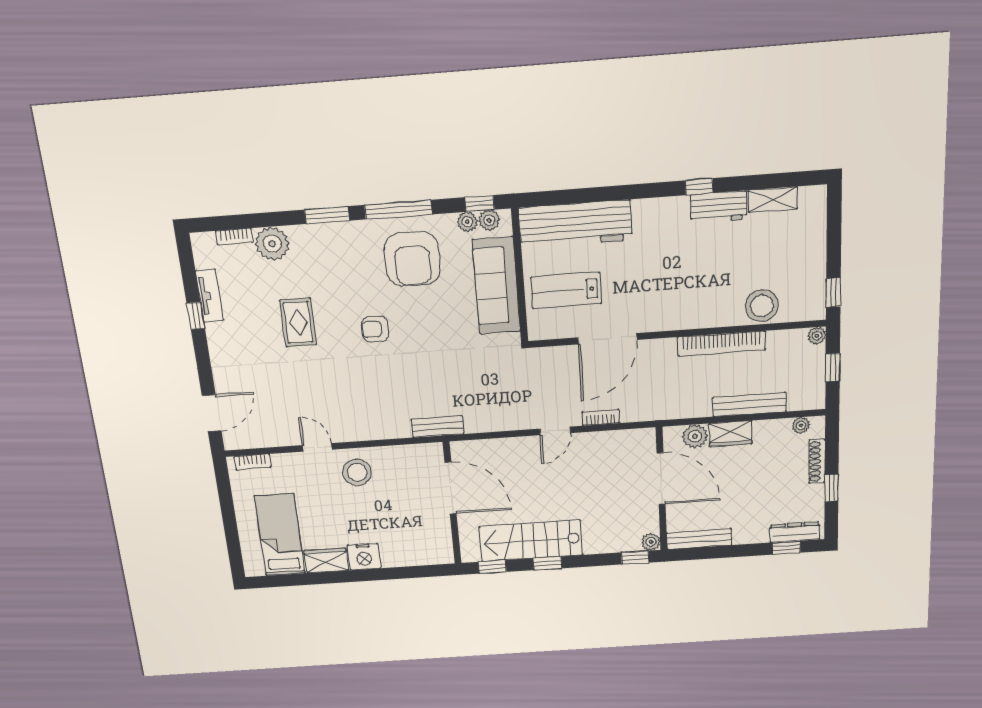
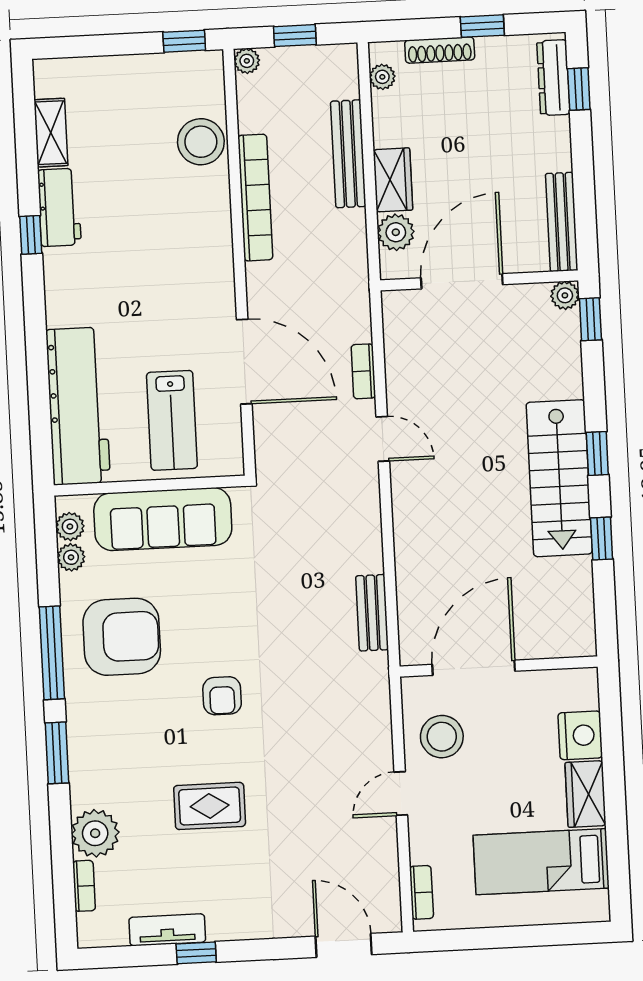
window: (480, 203) -> (46, 539), removed
door: (451, 488) -> (474, 668), moved
wall: (452, 503) -> (499, 667), moved

